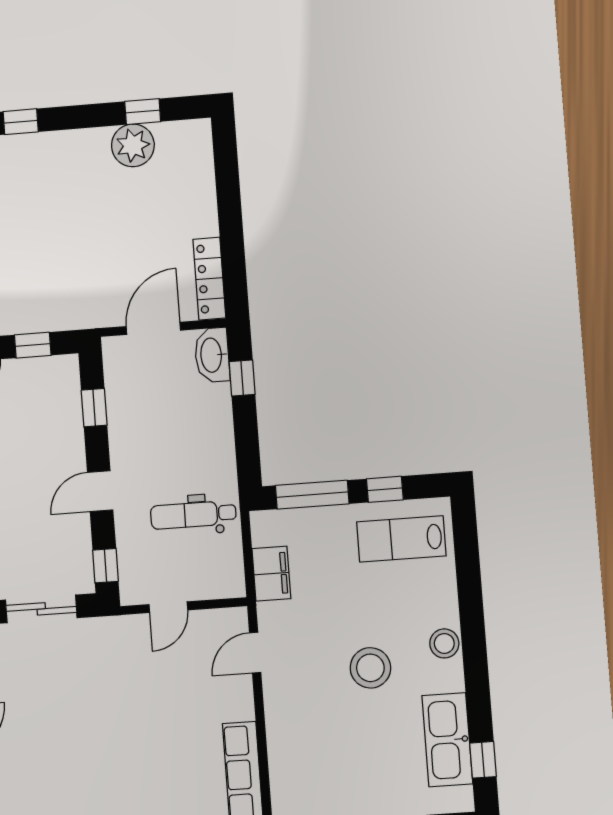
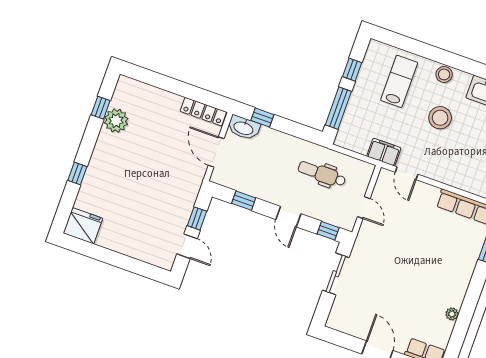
dental chair: (193, 515) -> (322, 174), turned 90
lab bench: (401, 539) -> (399, 81), moved, turned 180
filing cabinet: (271, 574) -> (384, 152), moved

